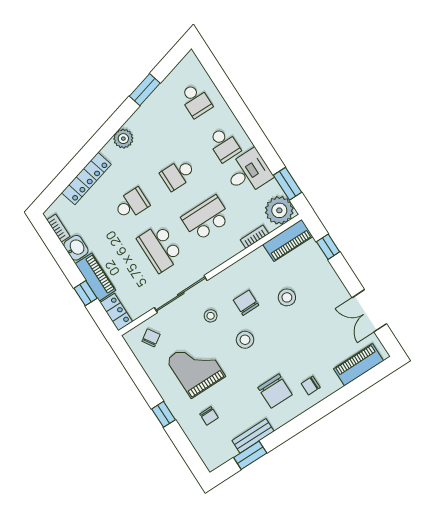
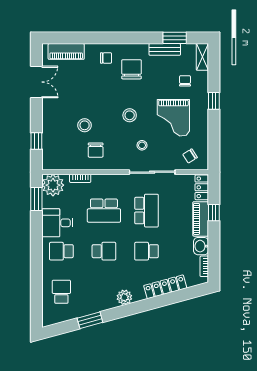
school desk: (224, 145) -> (61, 251), turned -90
piano: (288, 240) -> (60, 162), removed
chair: (246, 303) -> (96, 150), moved
shelving: (207, 454) -> (202, 57), added

